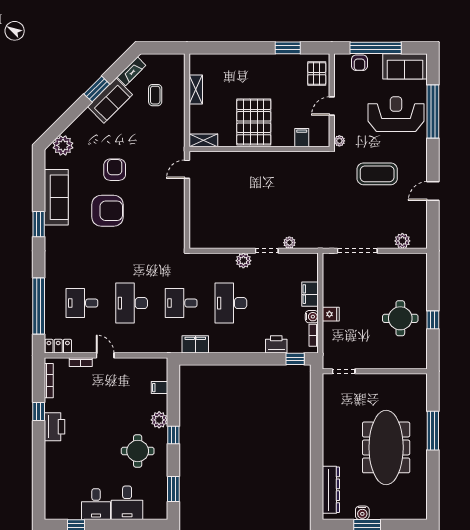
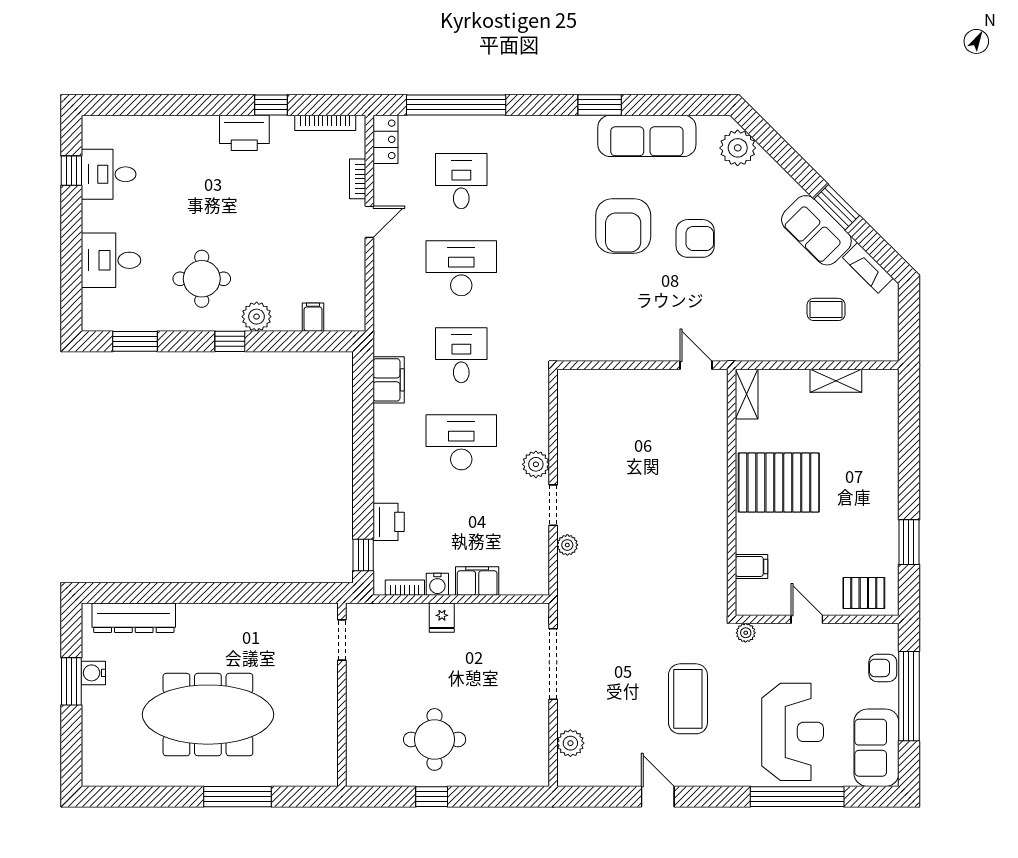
desk: (96, 504) -> (109, 174), moved

